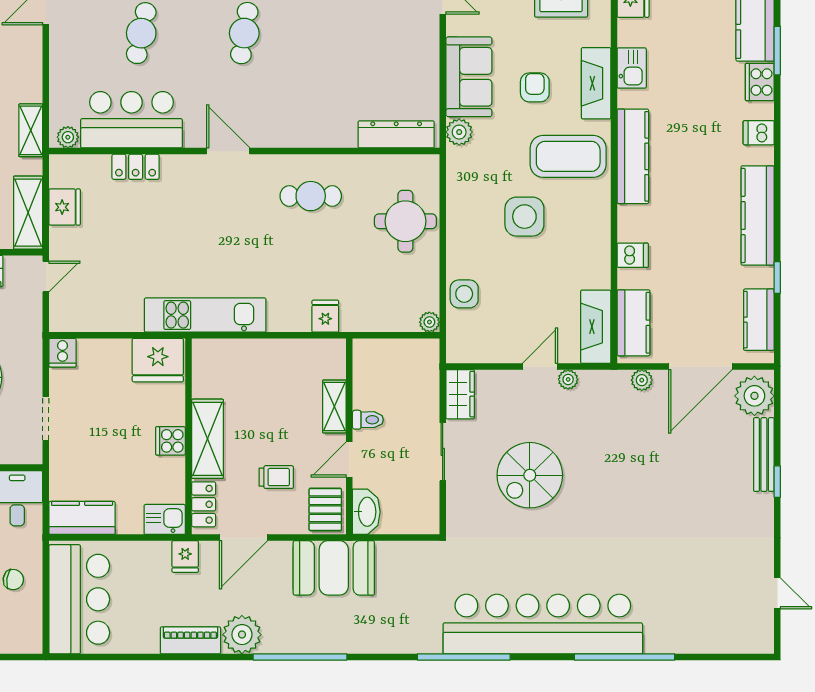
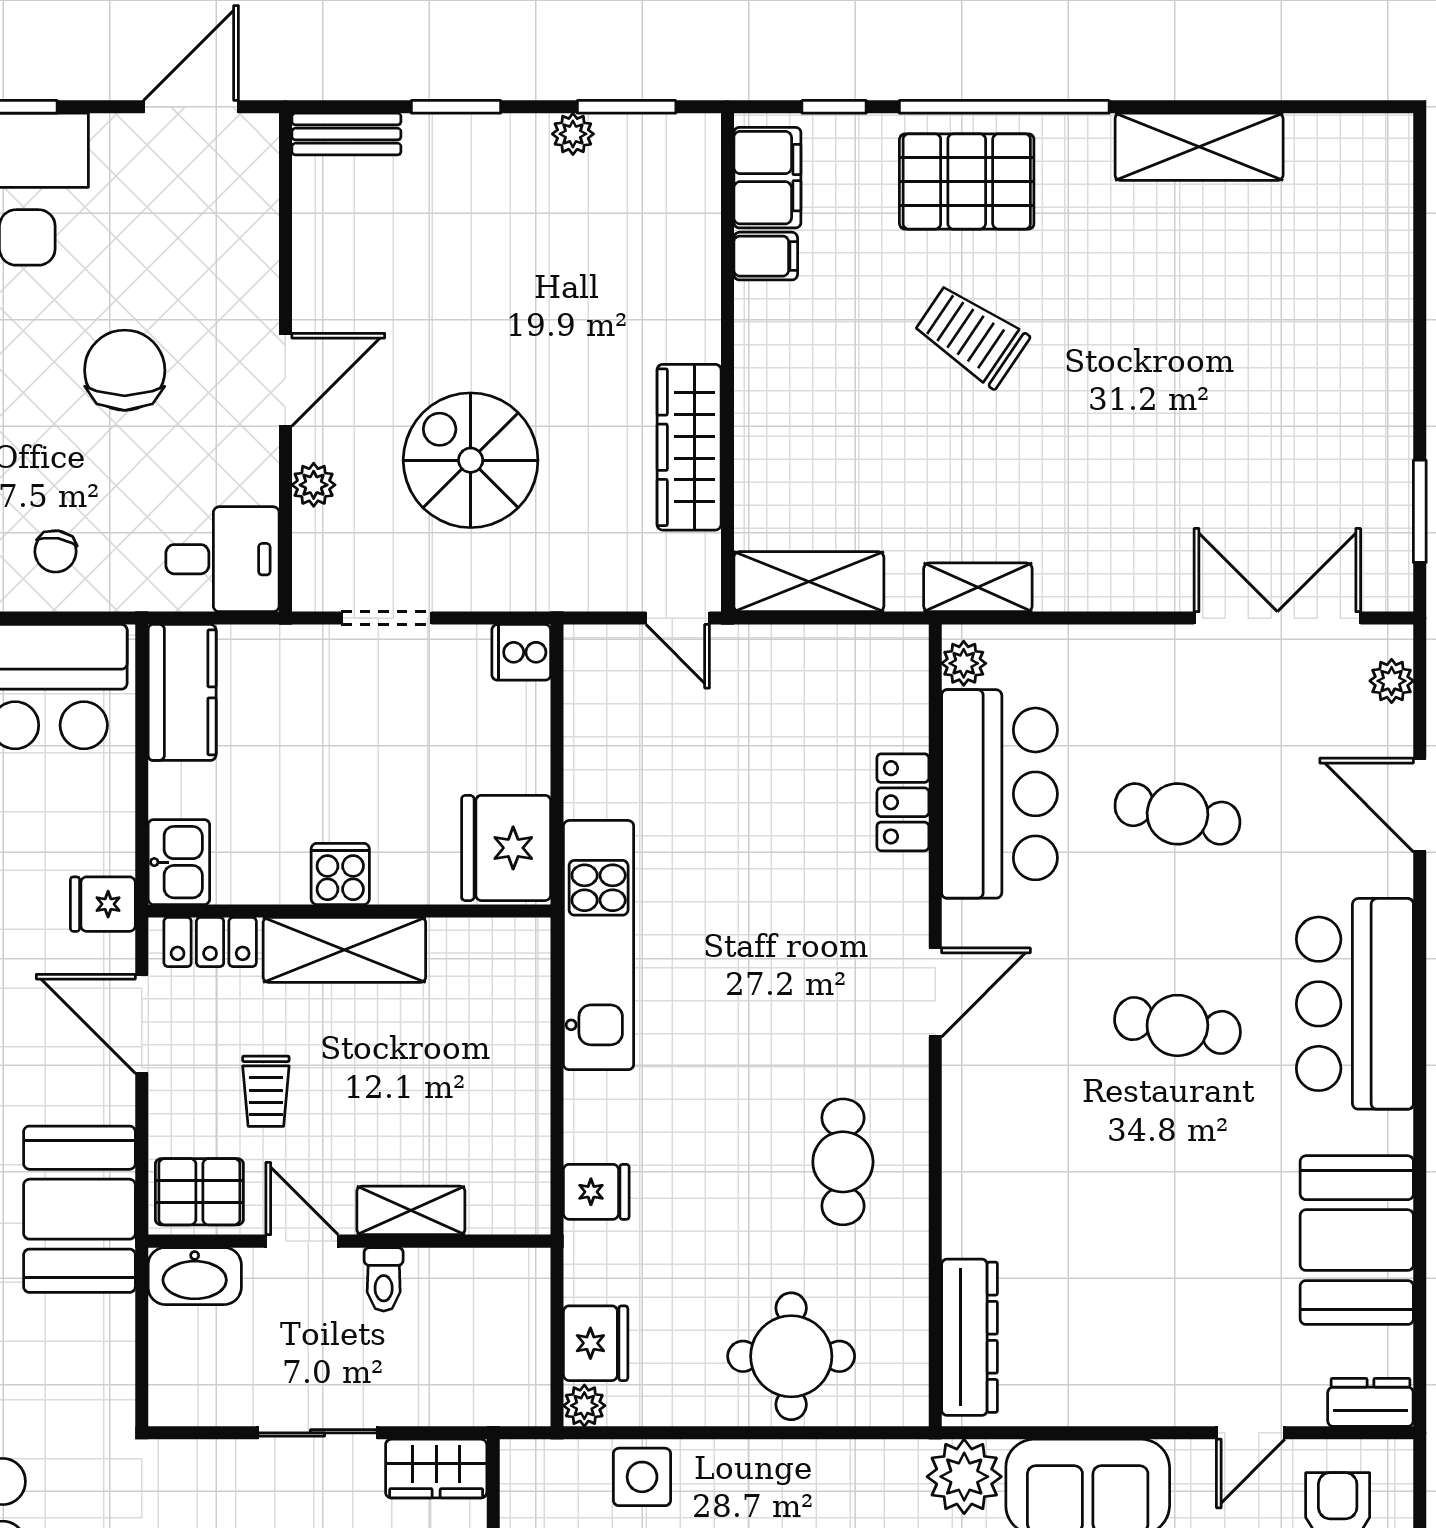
plant: (459, 132) -> (964, 1477), width x1.36, depth x1.36
fridge: (65, 207) -> (596, 1343), moved, turned -90

